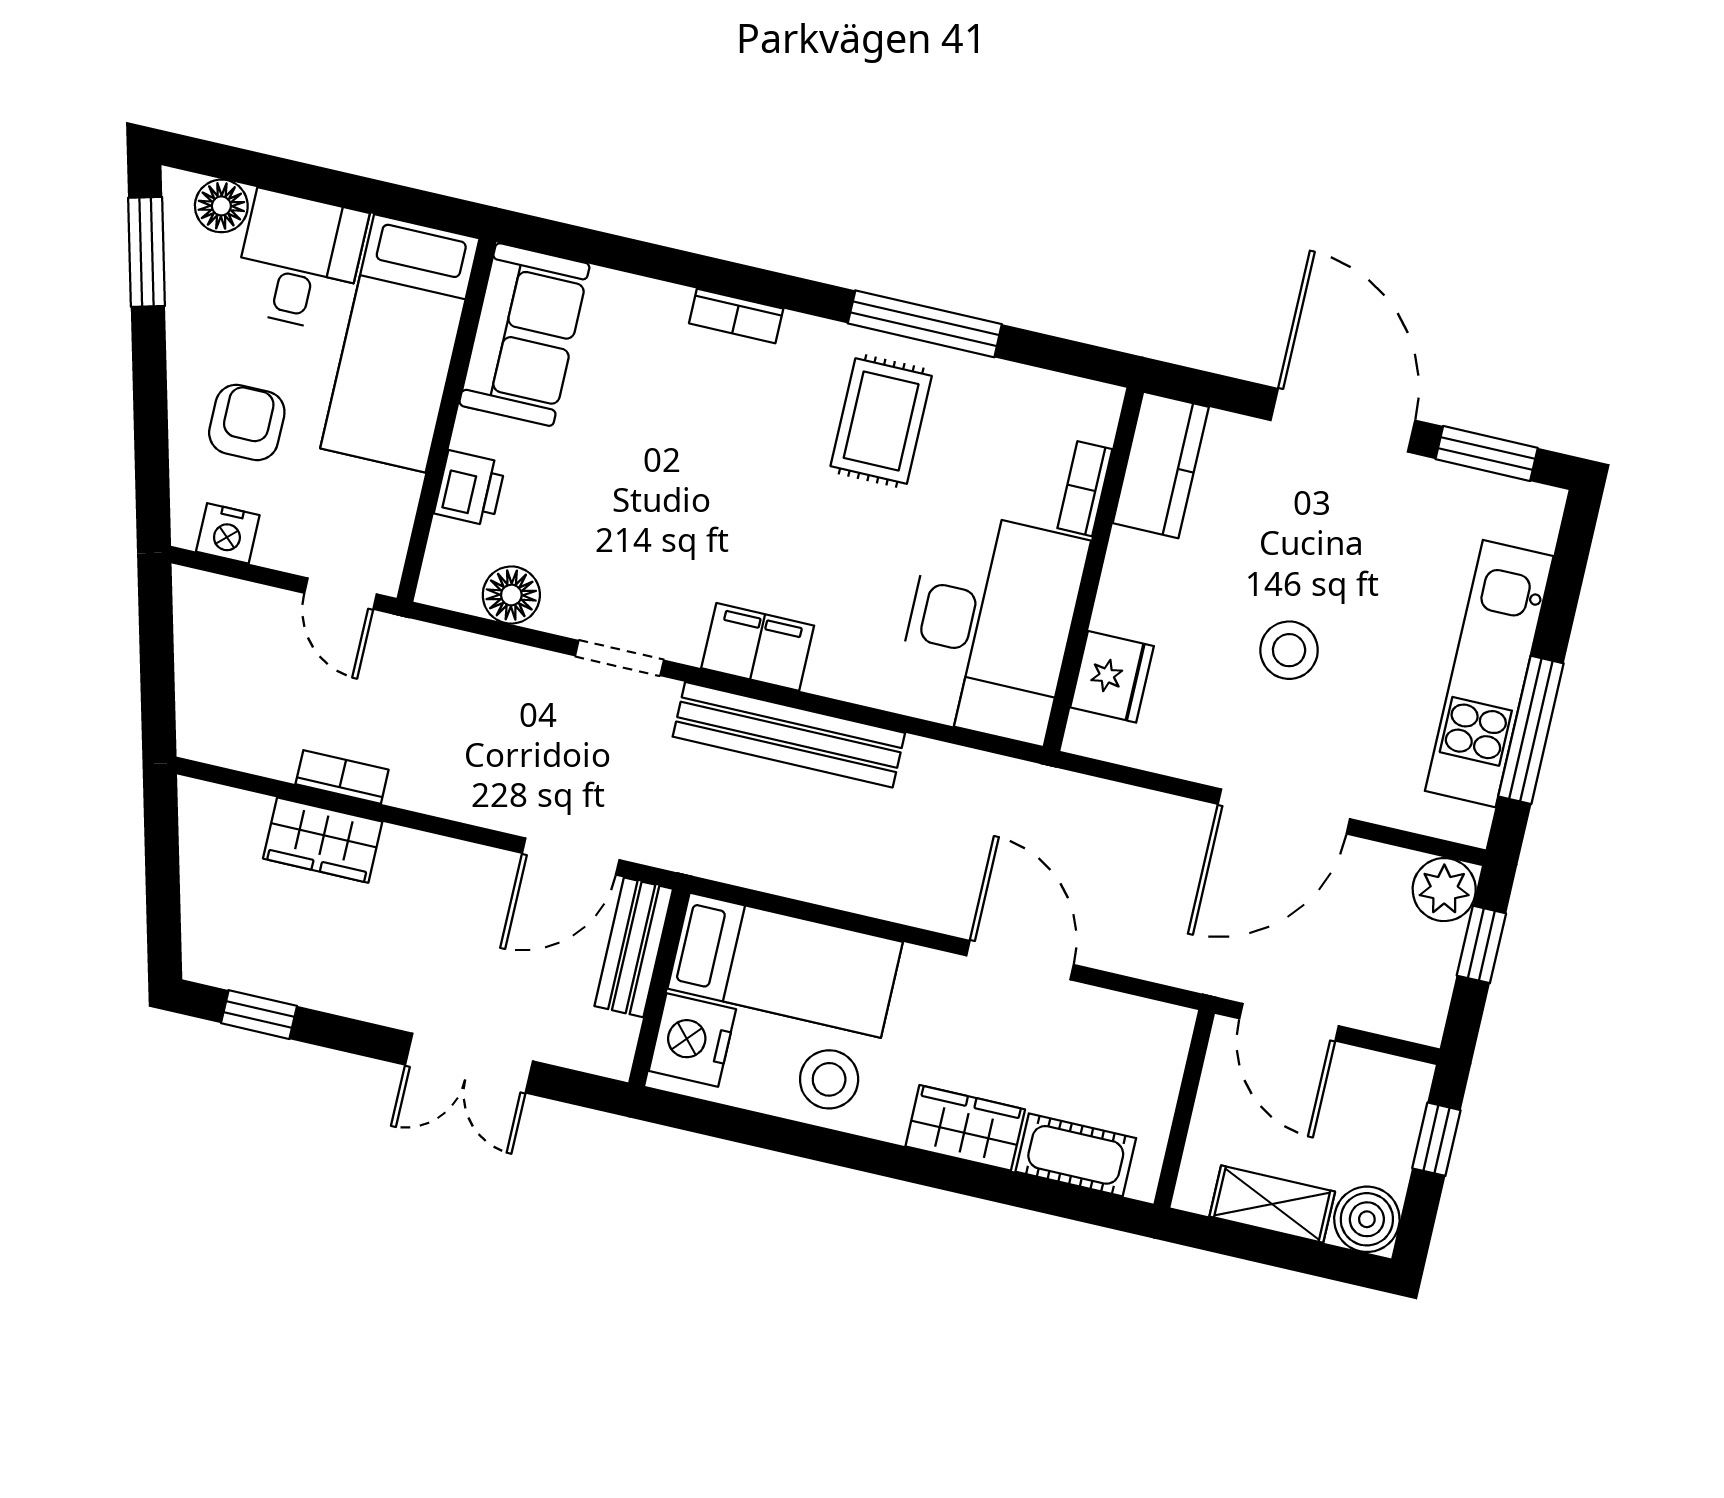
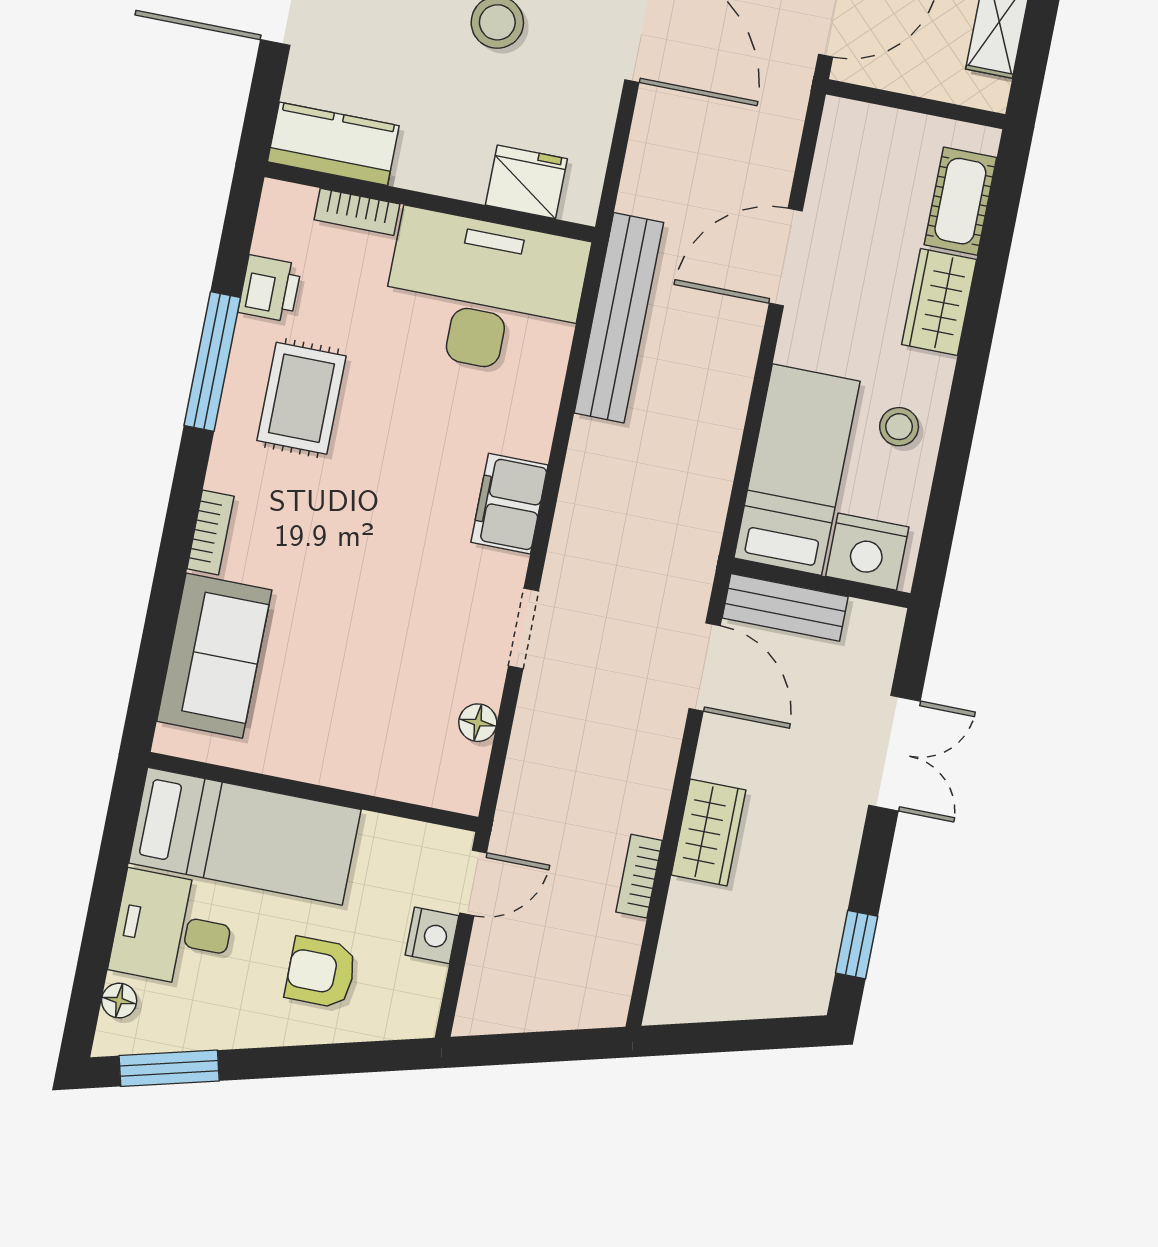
floor lamp: (221, 206) -> (119, 1001), width x0.73, depth x0.73
sofa: (524, 335) -> (214, 656), moved, turned 90
rug: (881, 421) -> (301, 398), turned 90
printer: (470, 488) -> (270, 288), moved, turned 90
nightstand: (228, 533) -> (432, 935), moved
floor lamp: (511, 595) -> (478, 723), width x0.73, depth x0.73
bench: (789, 735) -> (619, 318), moved
wardrobe: (323, 840) -> (709, 833), moved
stool: (829, 1079) -> (899, 427), width x0.73, depth x0.73

